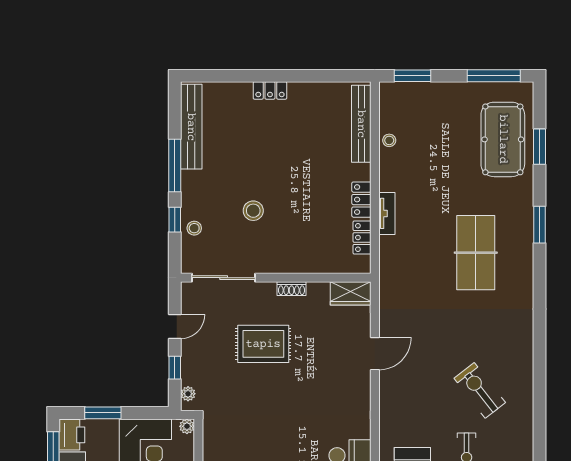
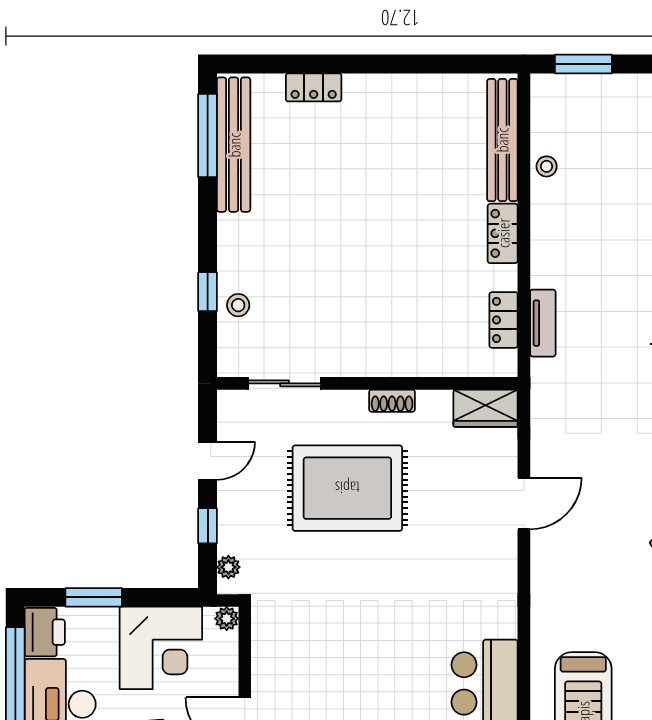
locker: (270, 90) -> (314, 87), moved
window: (175, 165) -> (208, 136), moved
locker: (361, 200) -> (503, 233), moved
stool: (253, 211) -> (332, 278), removed
tv unit: (387, 213) -> (543, 323), moved
sliding door: (224, 278) -> (285, 383), width x0.73
rug: (263, 344) -> (347, 488), width x1.37, depth x1.44

